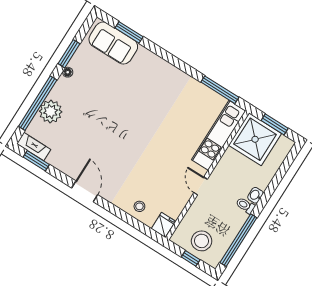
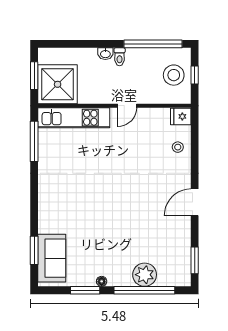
fireplace: (34, 147) -> (184, 270), removed

